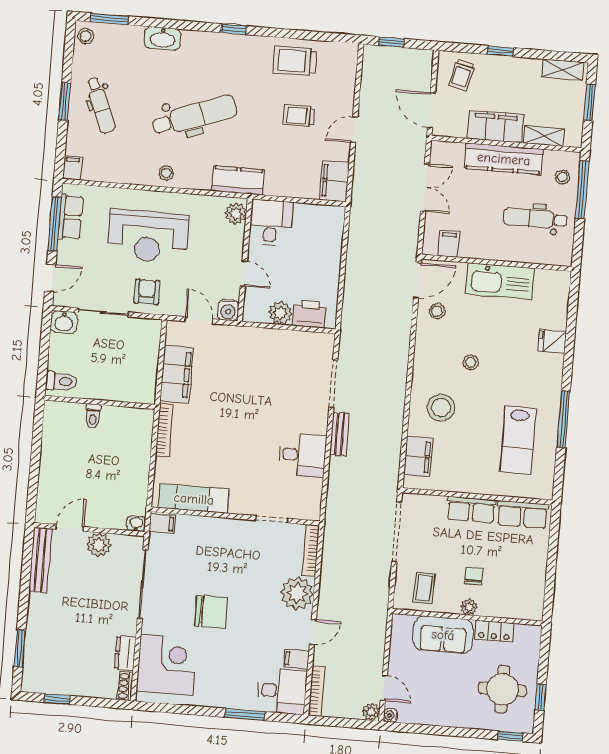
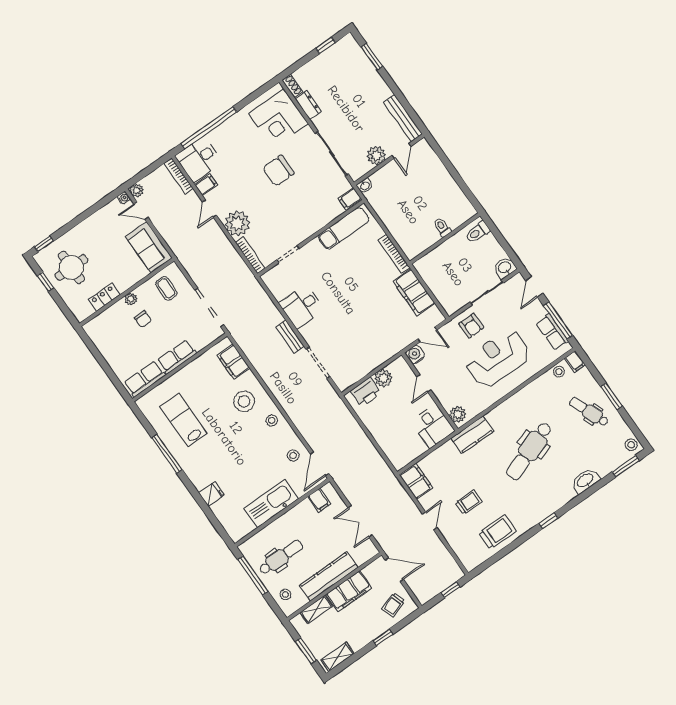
trolley: (462, 75) -> (393, 605), turned -122
stool: (166, 173) -> (559, 372), moved
window: (582, 189) -> (253, 575), moved
door: (244, 274) -> (424, 383), hinge flipped
stool: (471, 362) -> (272, 420), moved
sofa: (443, 635) -> (149, 247), moved, turned -90
window: (245, 714) -> (209, 128), width x2.11

